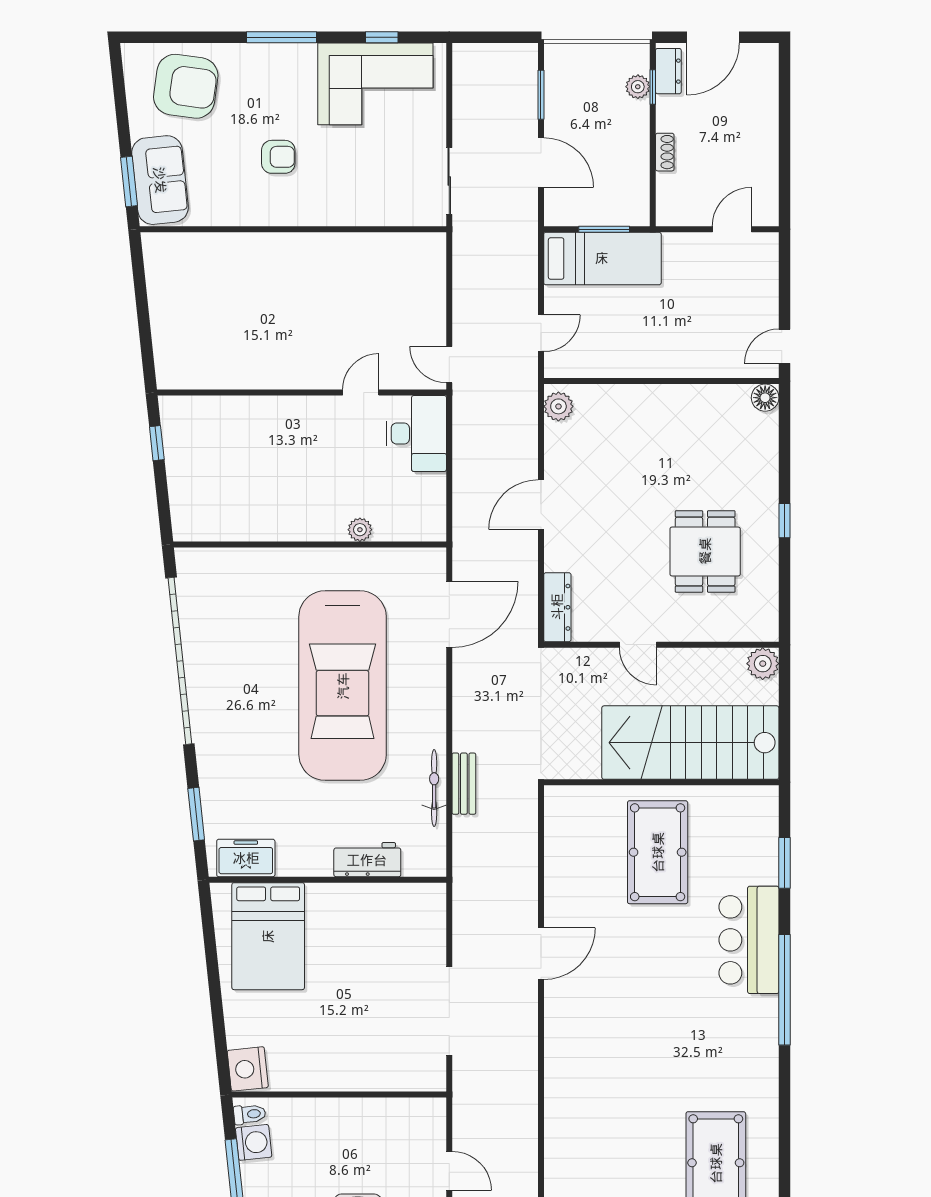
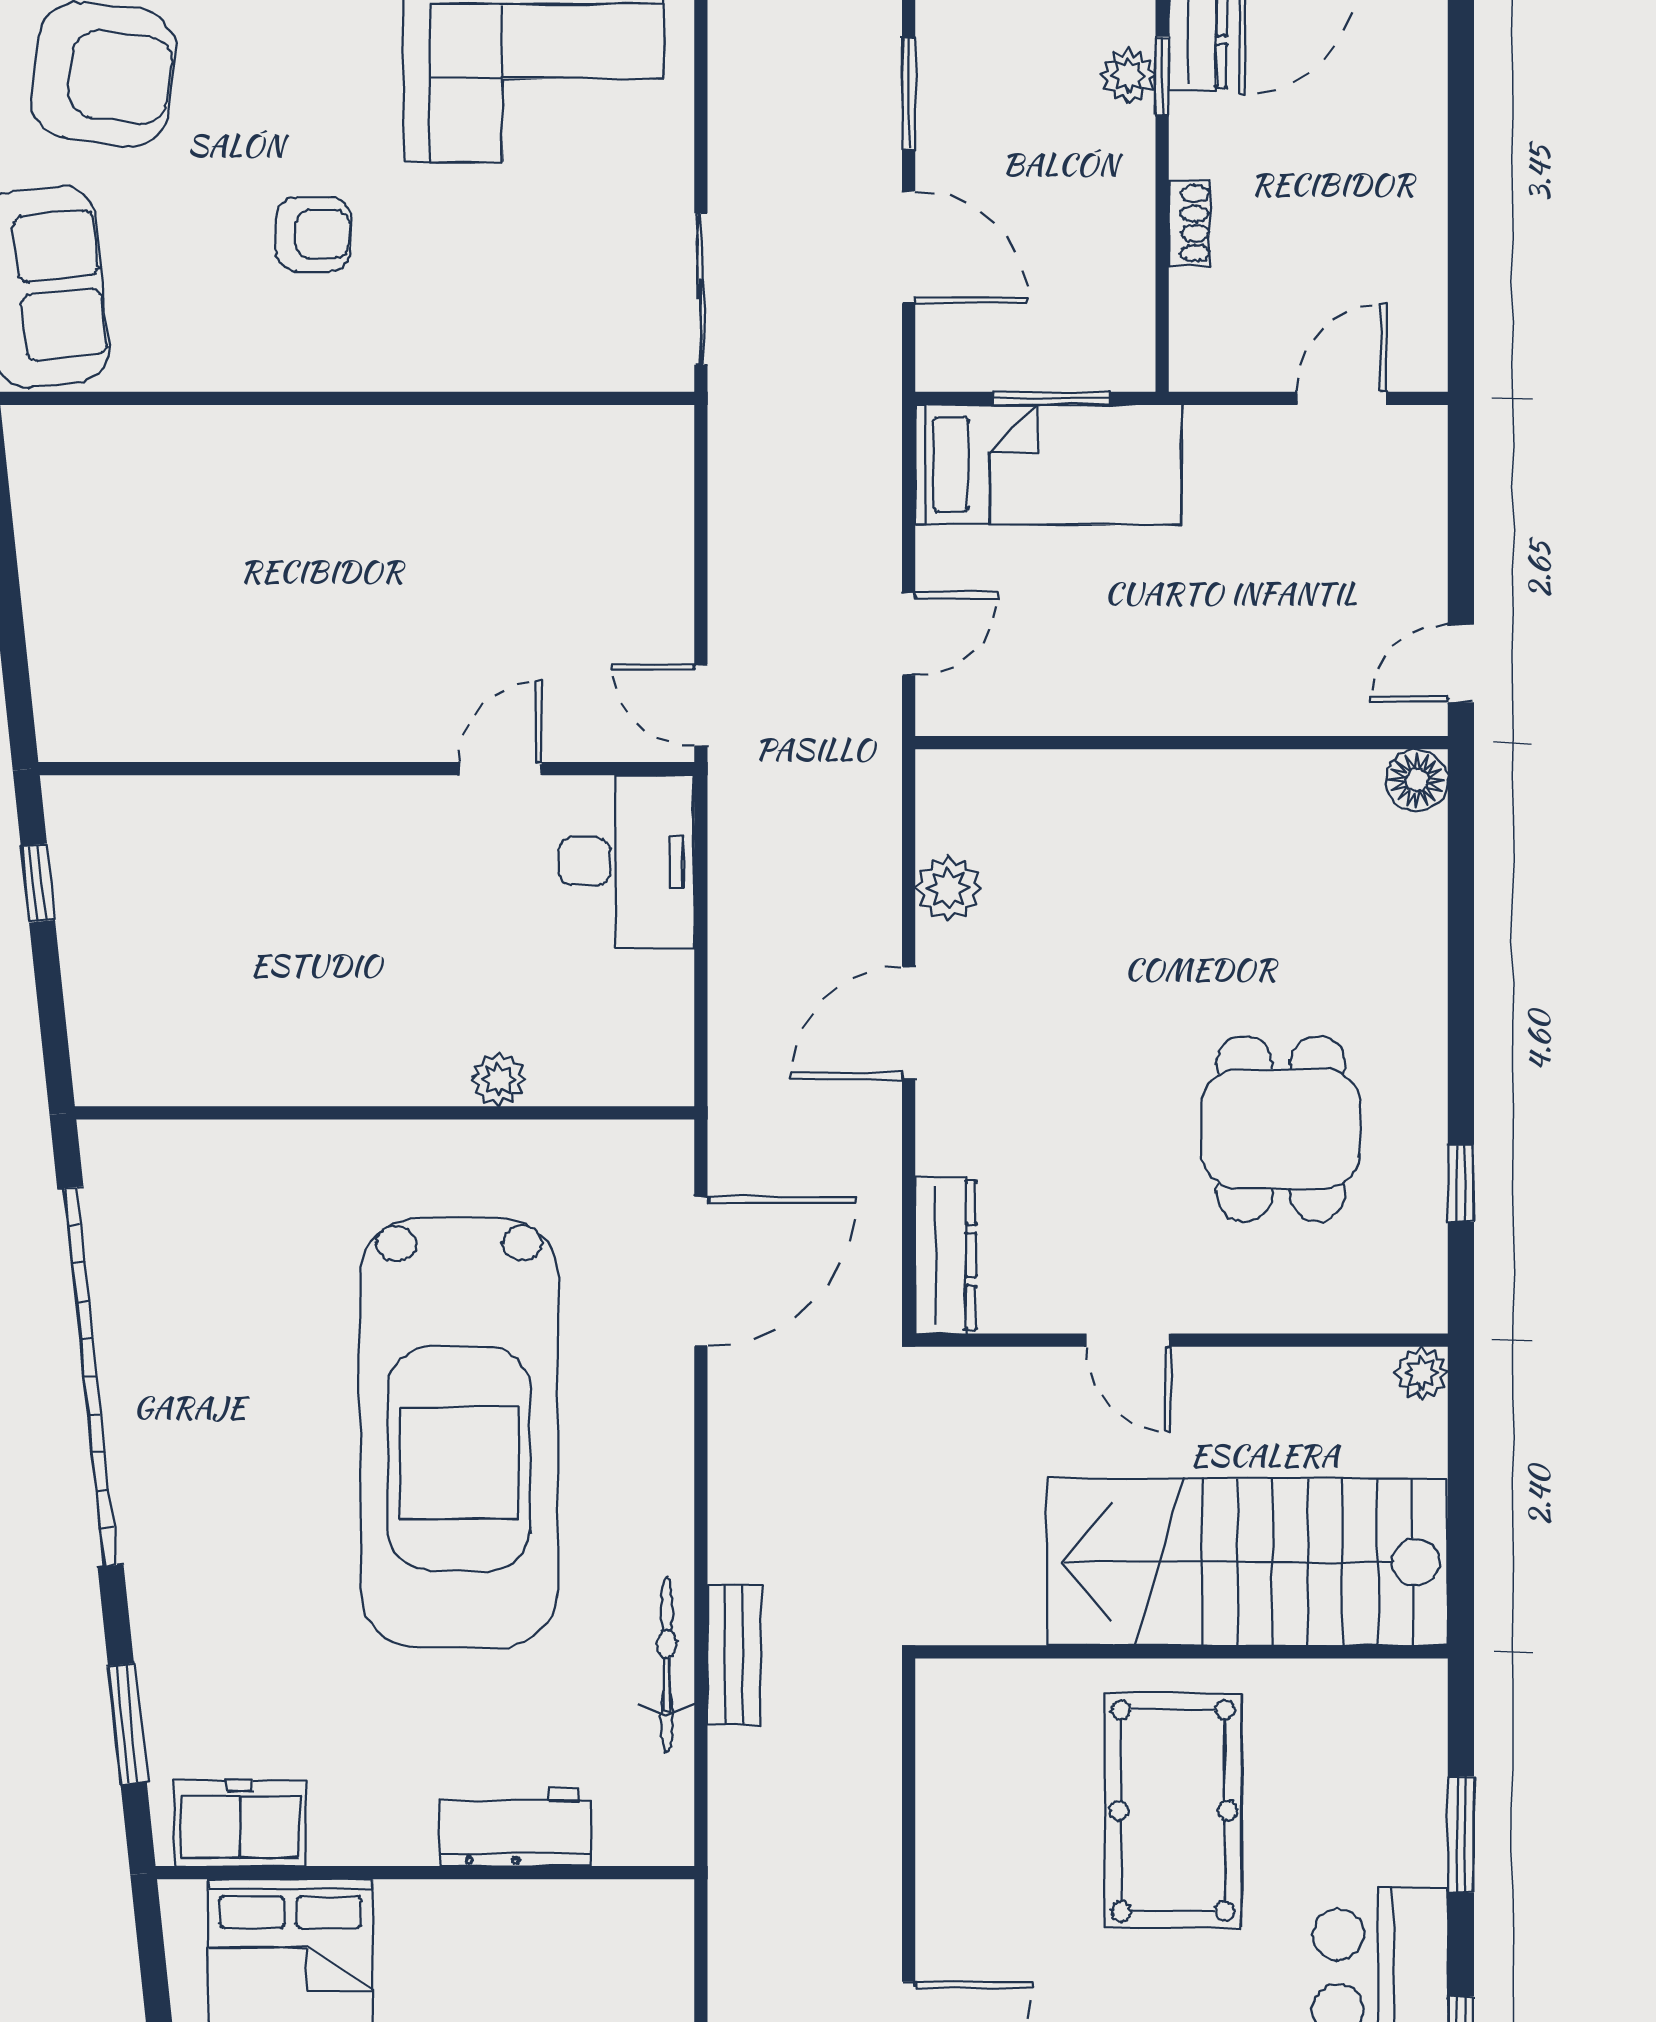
plant: (558, 406) -> (948, 888), moved
window: (784, 521) -> (1461, 1183), moved
plant: (763, 664) -> (1421, 1373), width x0.73, depth x0.73

